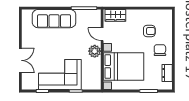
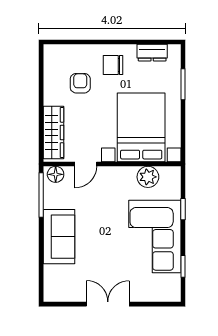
wardrobe: (115, 15) -> (53, 132), width x1.50
floor lamp: (96, 17) -> (56, 174), added
sofa: (54, 19) -> (59, 237), width x0.73
plant: (95, 51) -> (148, 177), moved
double door: (20, 60) -> (108, 304), moved

